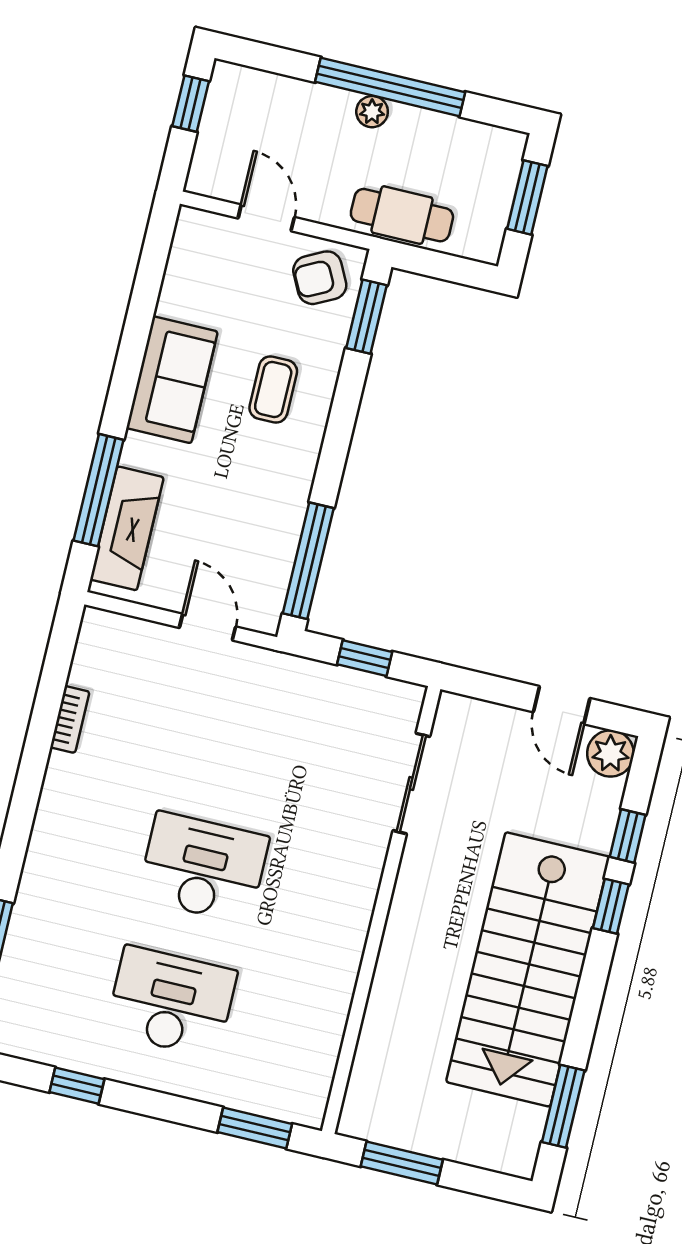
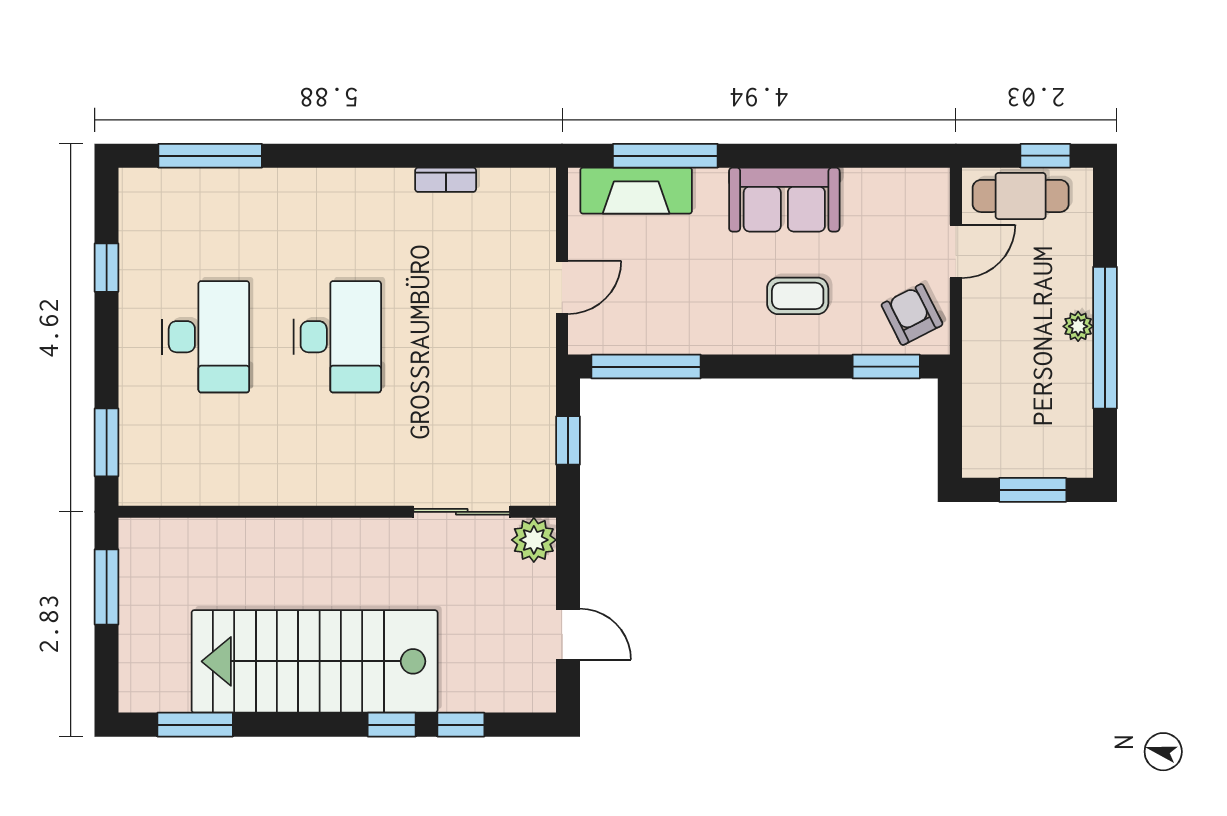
cafe table: (402, 215) -> (1021, 196), moved, turned 90
door: (562, 705) -> (568, 634), swing flipped
plant: (610, 753) -> (534, 540), moved

